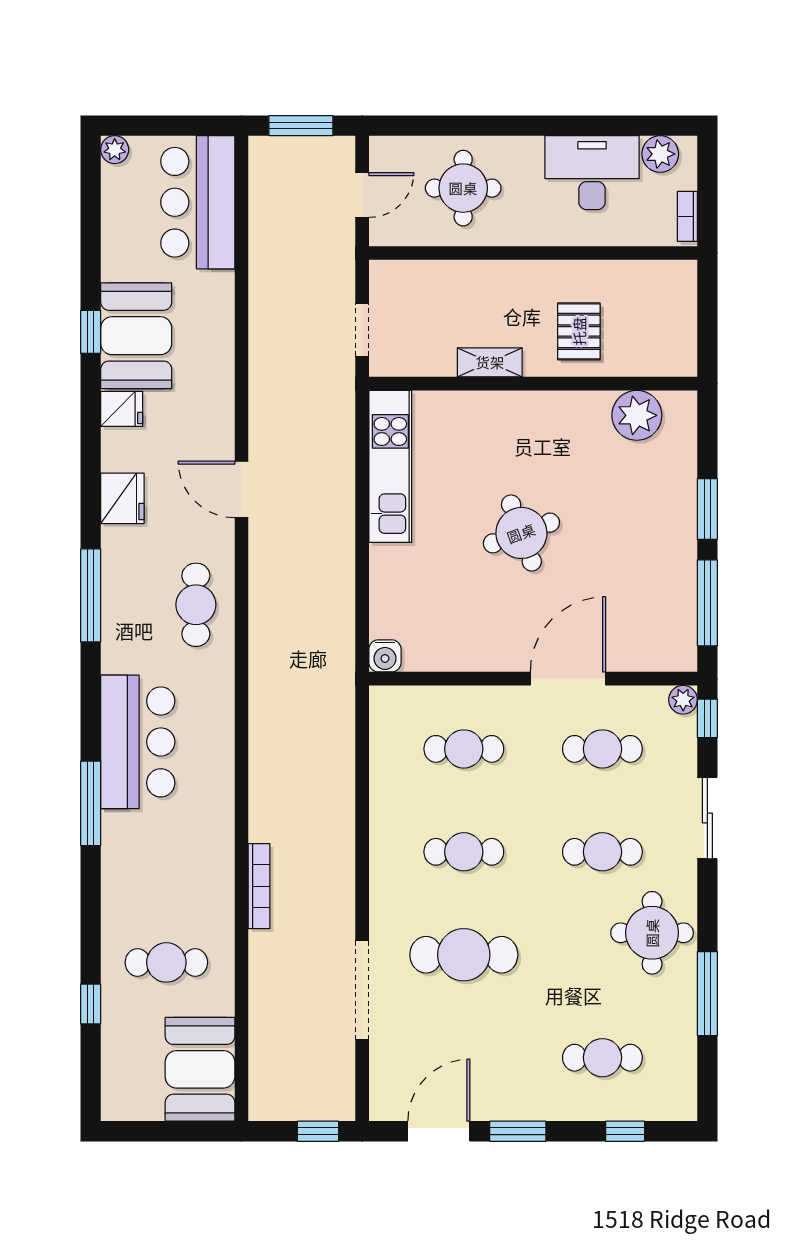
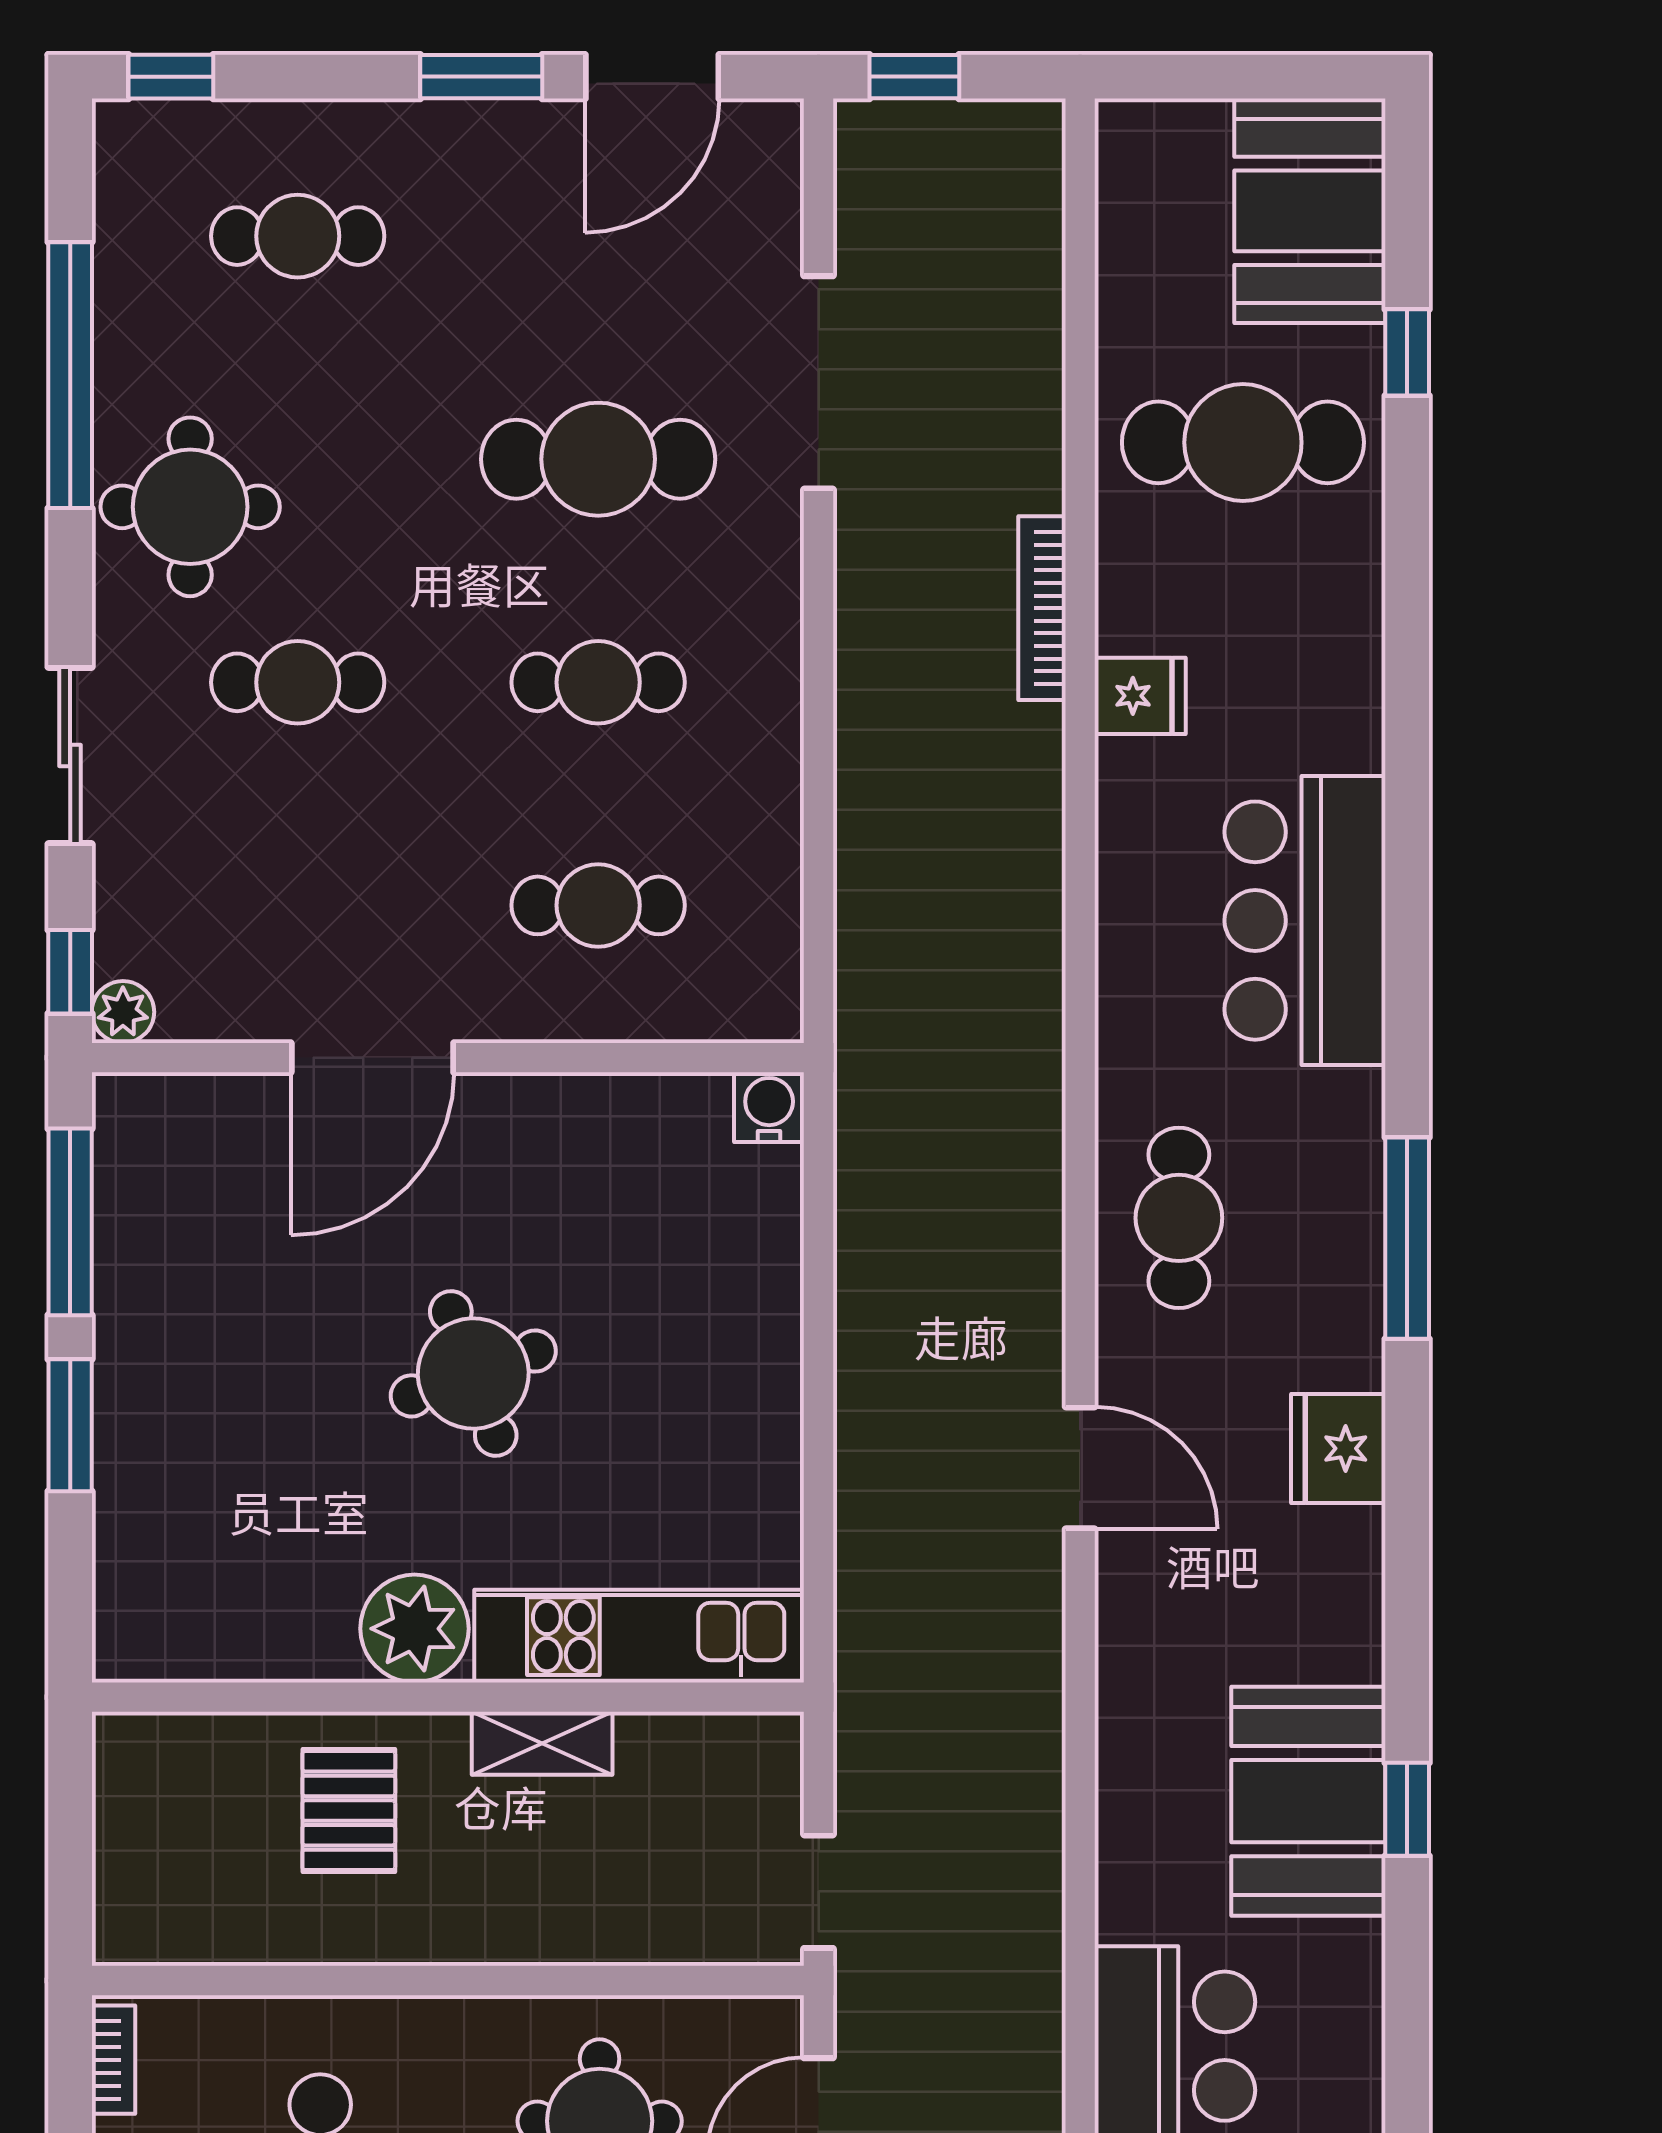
doorway: (362, 330) -> (819, 1892), moved
fridge: (122, 409) -> (1140, 696), moved, turned 180
plant: (637, 415) -> (414, 1629), moved
kitchen unit: (390, 466) -> (639, 1636), moved, turned 90
cafe table: (602, 749) -> (298, 905), removed
window: (91, 803) -> (1407, 787), removed
cafe table: (166, 962) -> (1243, 442), width x1.37, depth x1.35
window: (707, 994) -> (70, 375), width x1.46
booth: (200, 1069) -> (1310, 211), moved
window: (625, 1131) -> (171, 77), moved

